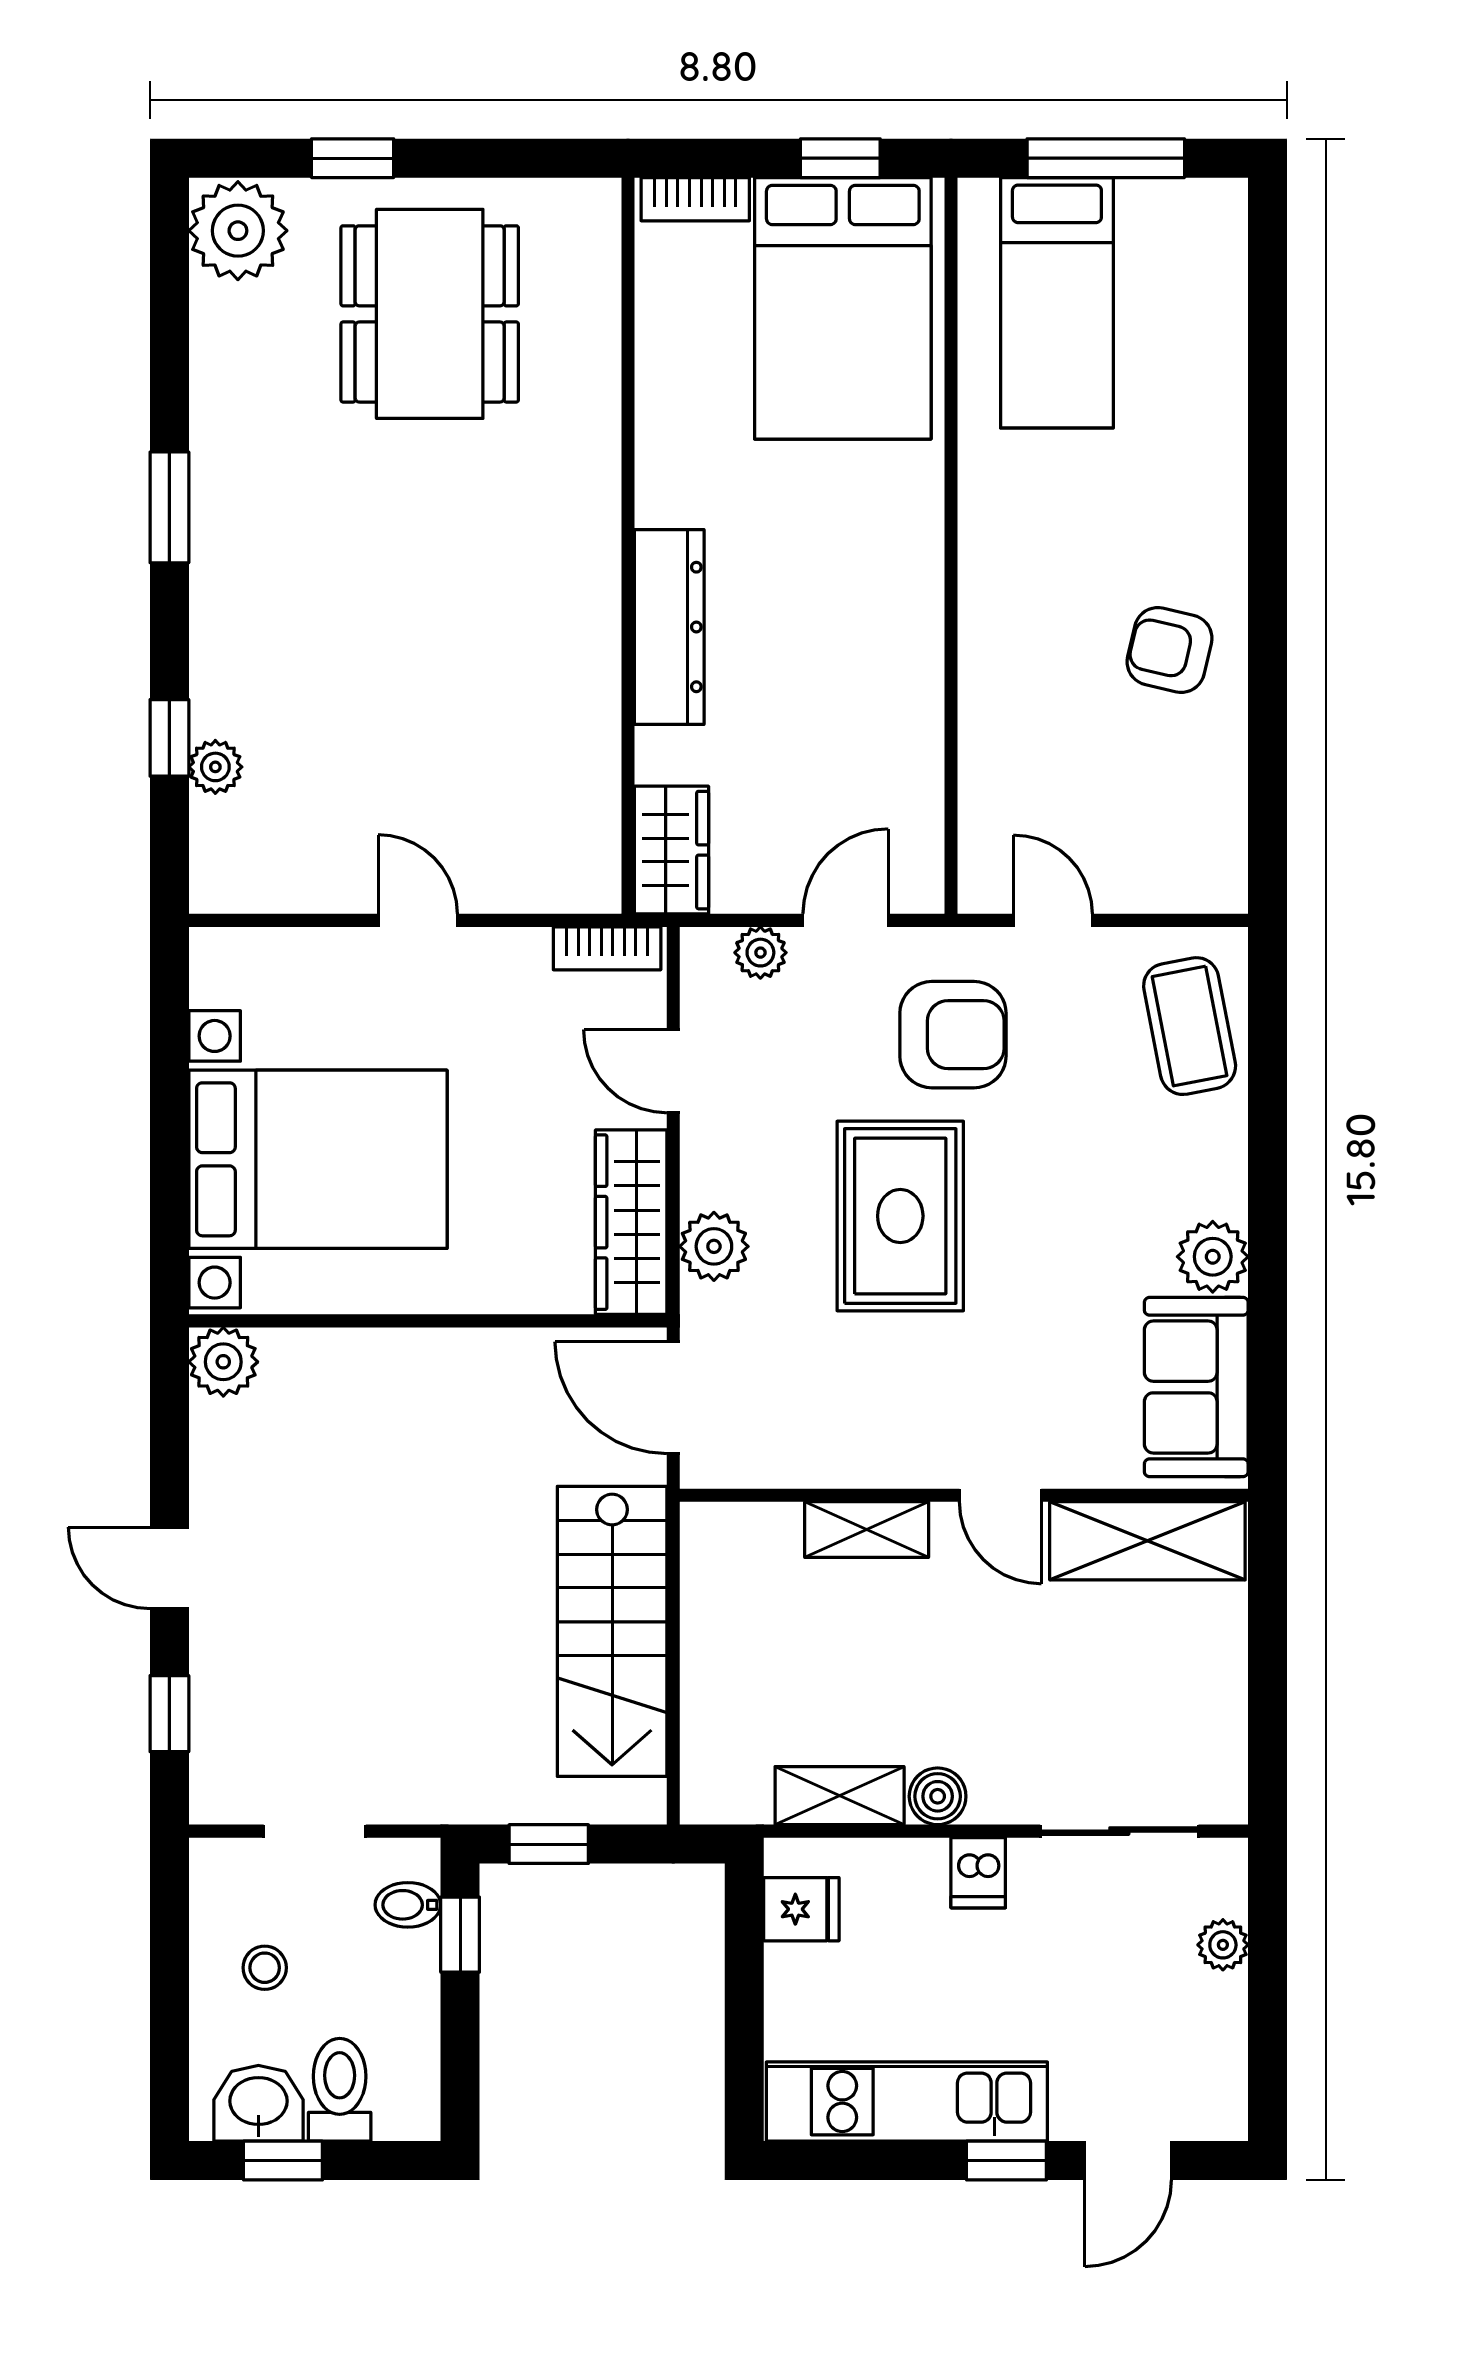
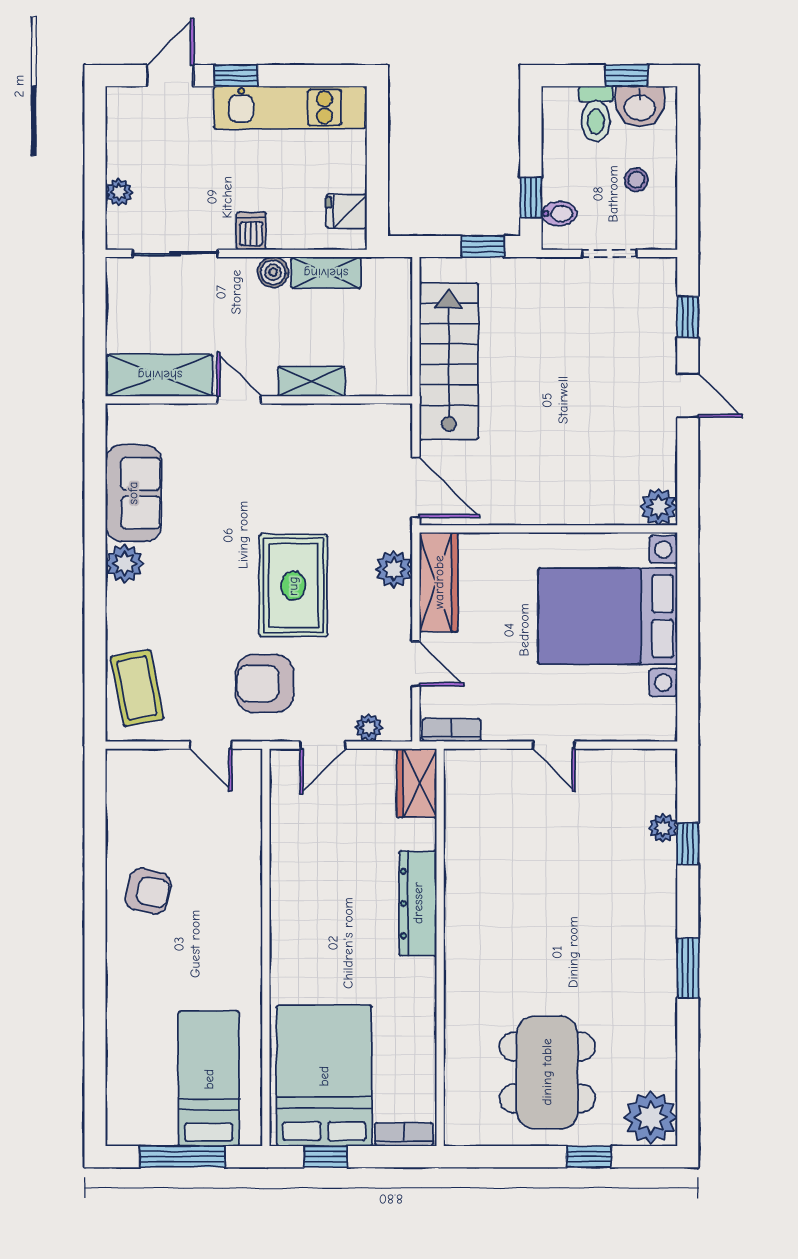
wall: (964, 1495) -> (259, 400), moved
door: (1000, 1495) -> (239, 400), moved
shelving: (867, 1530) -> (311, 381), moved
shelving: (1147, 1541) -> (160, 375), moved

